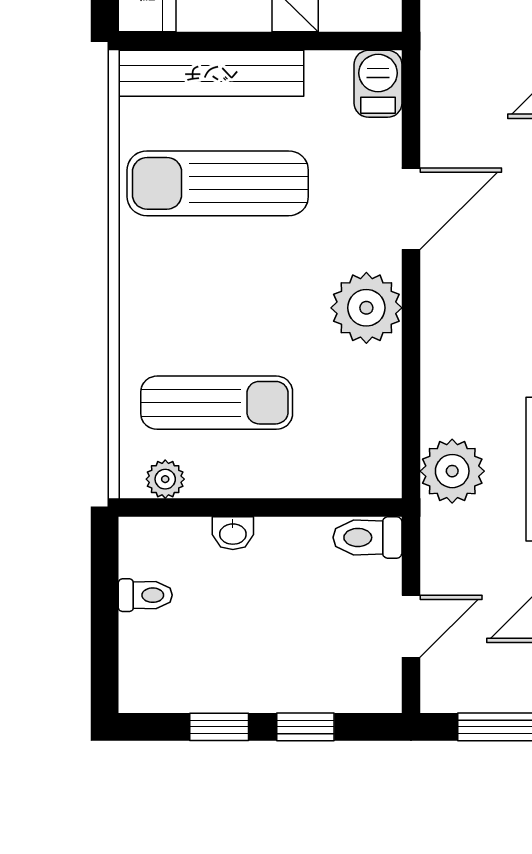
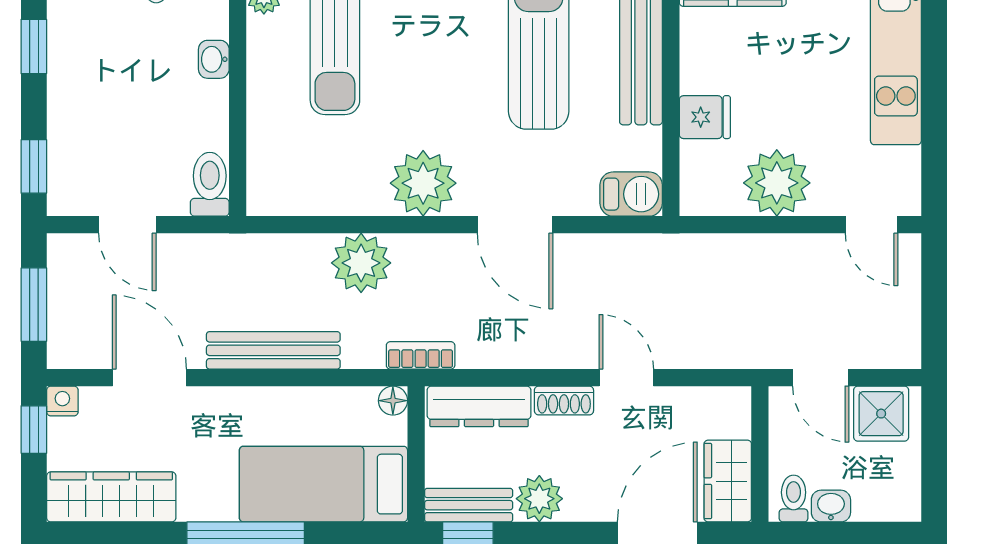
plant: (452, 471) -> (361, 263), moved
window: (305, 727) -> (34, 166), moved

